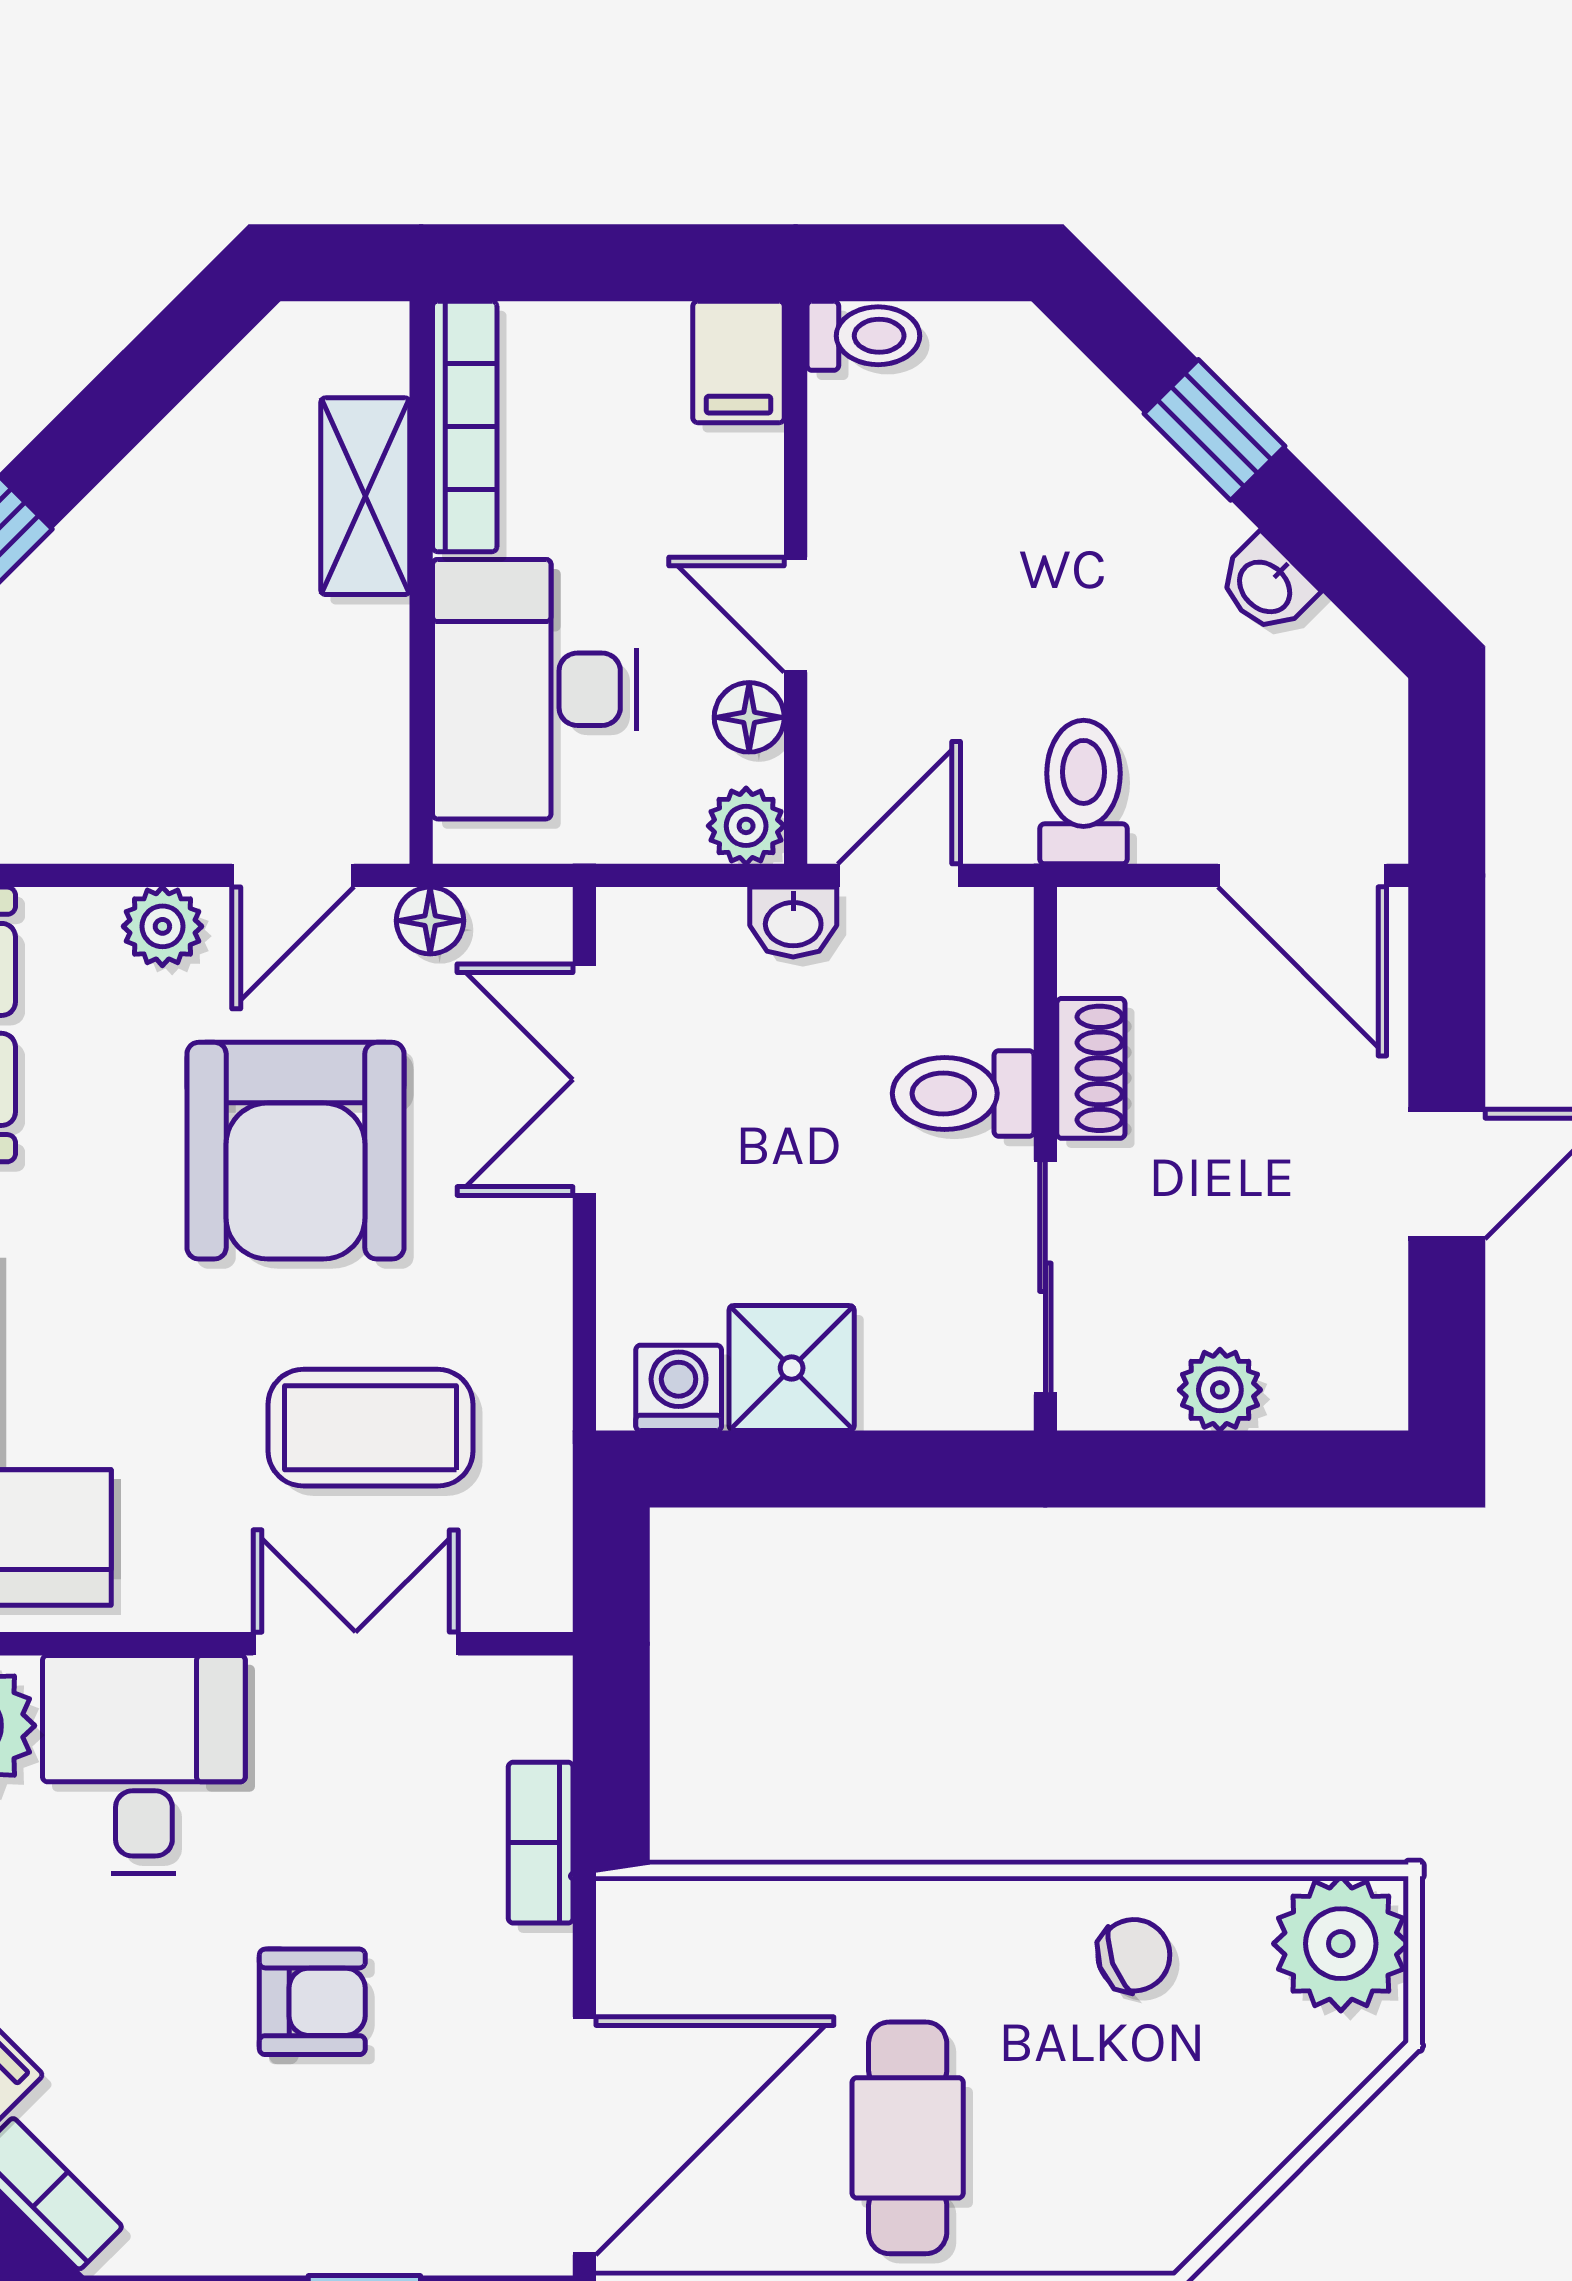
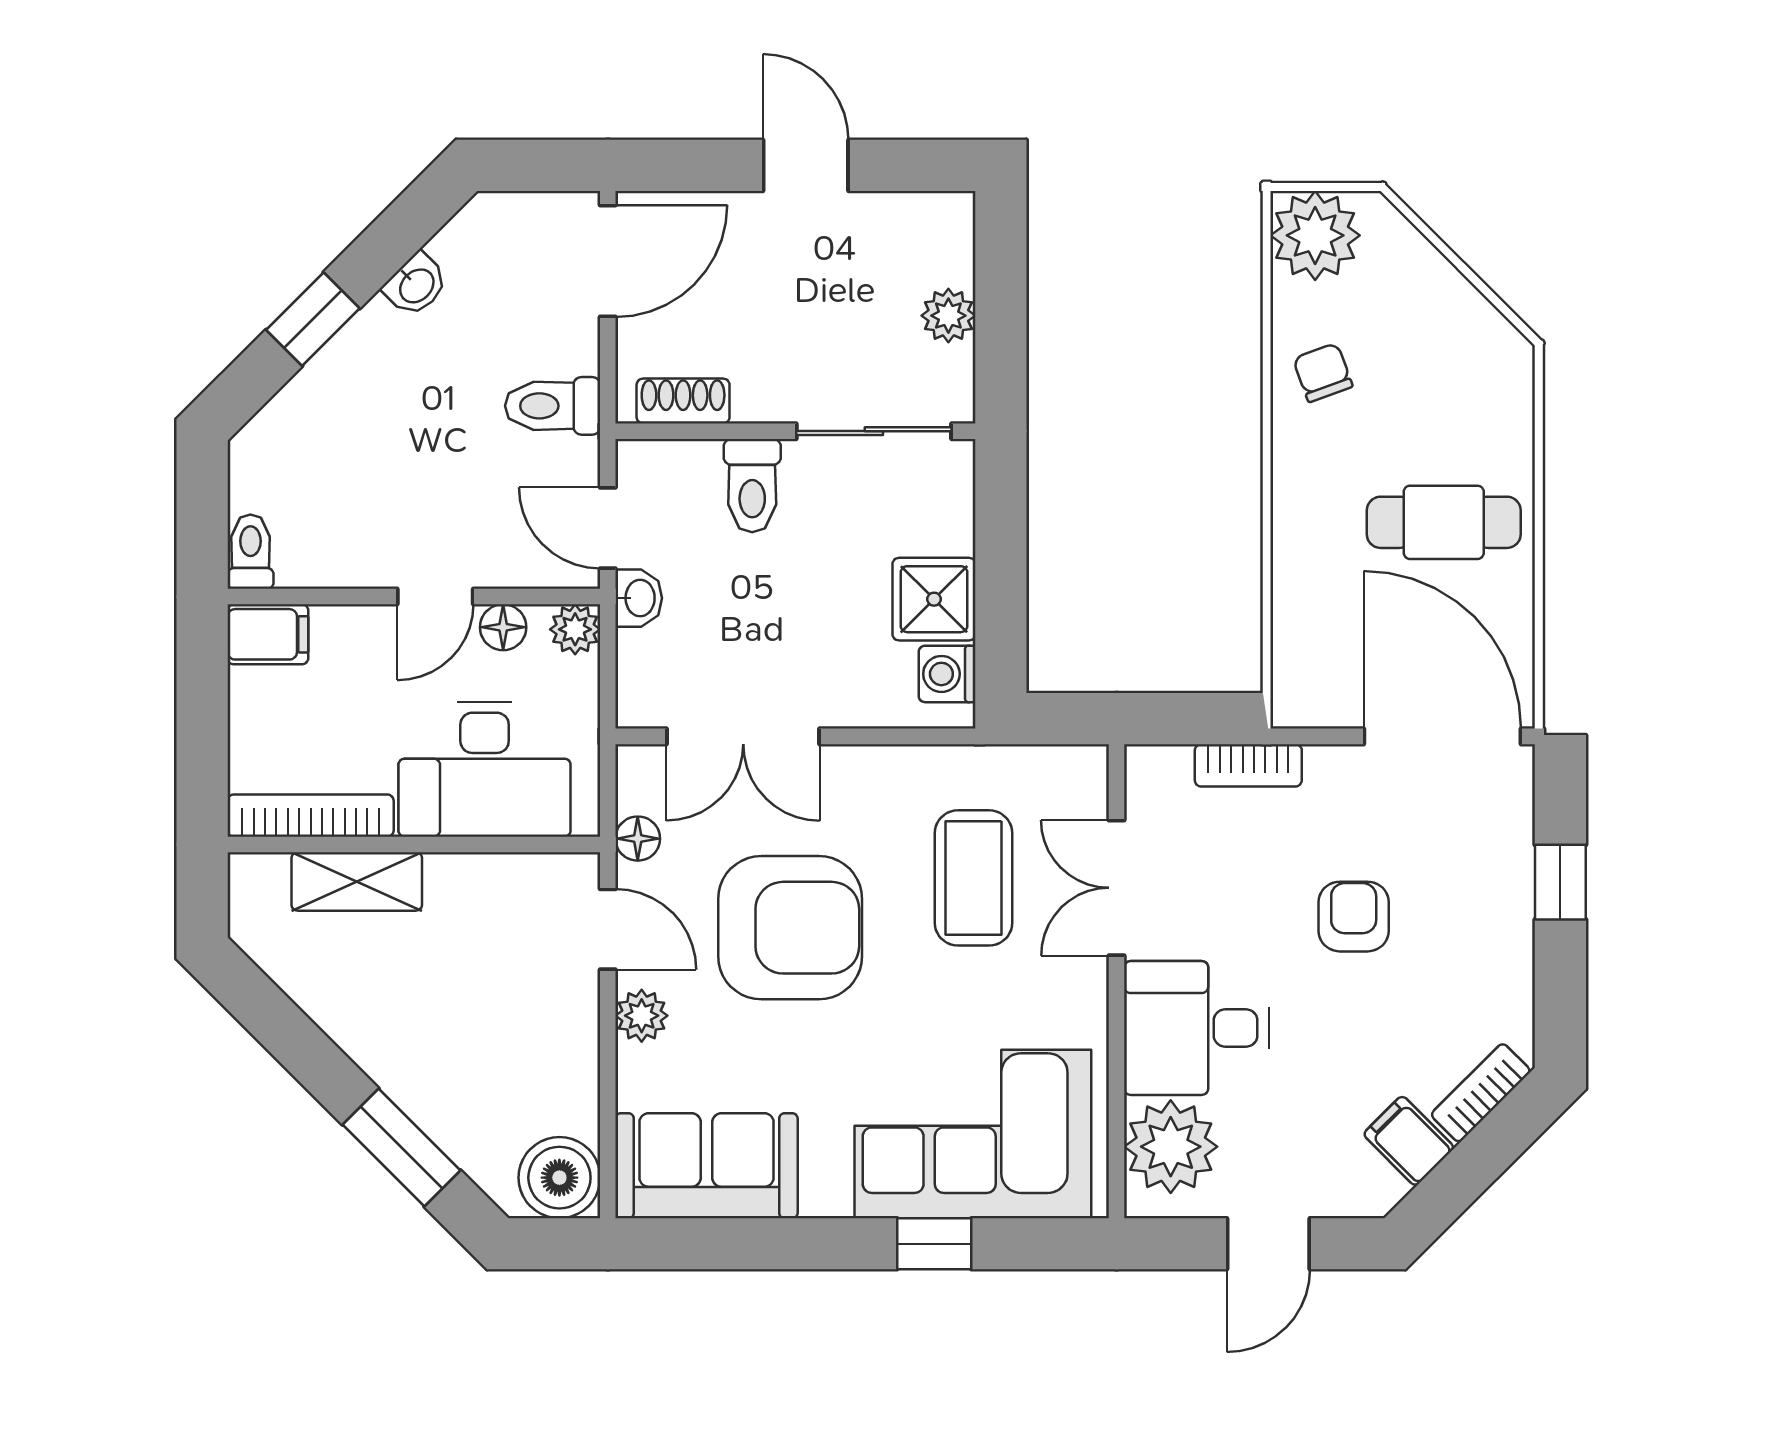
shoe rack: (1091, 1068) -> (683, 401), moved

